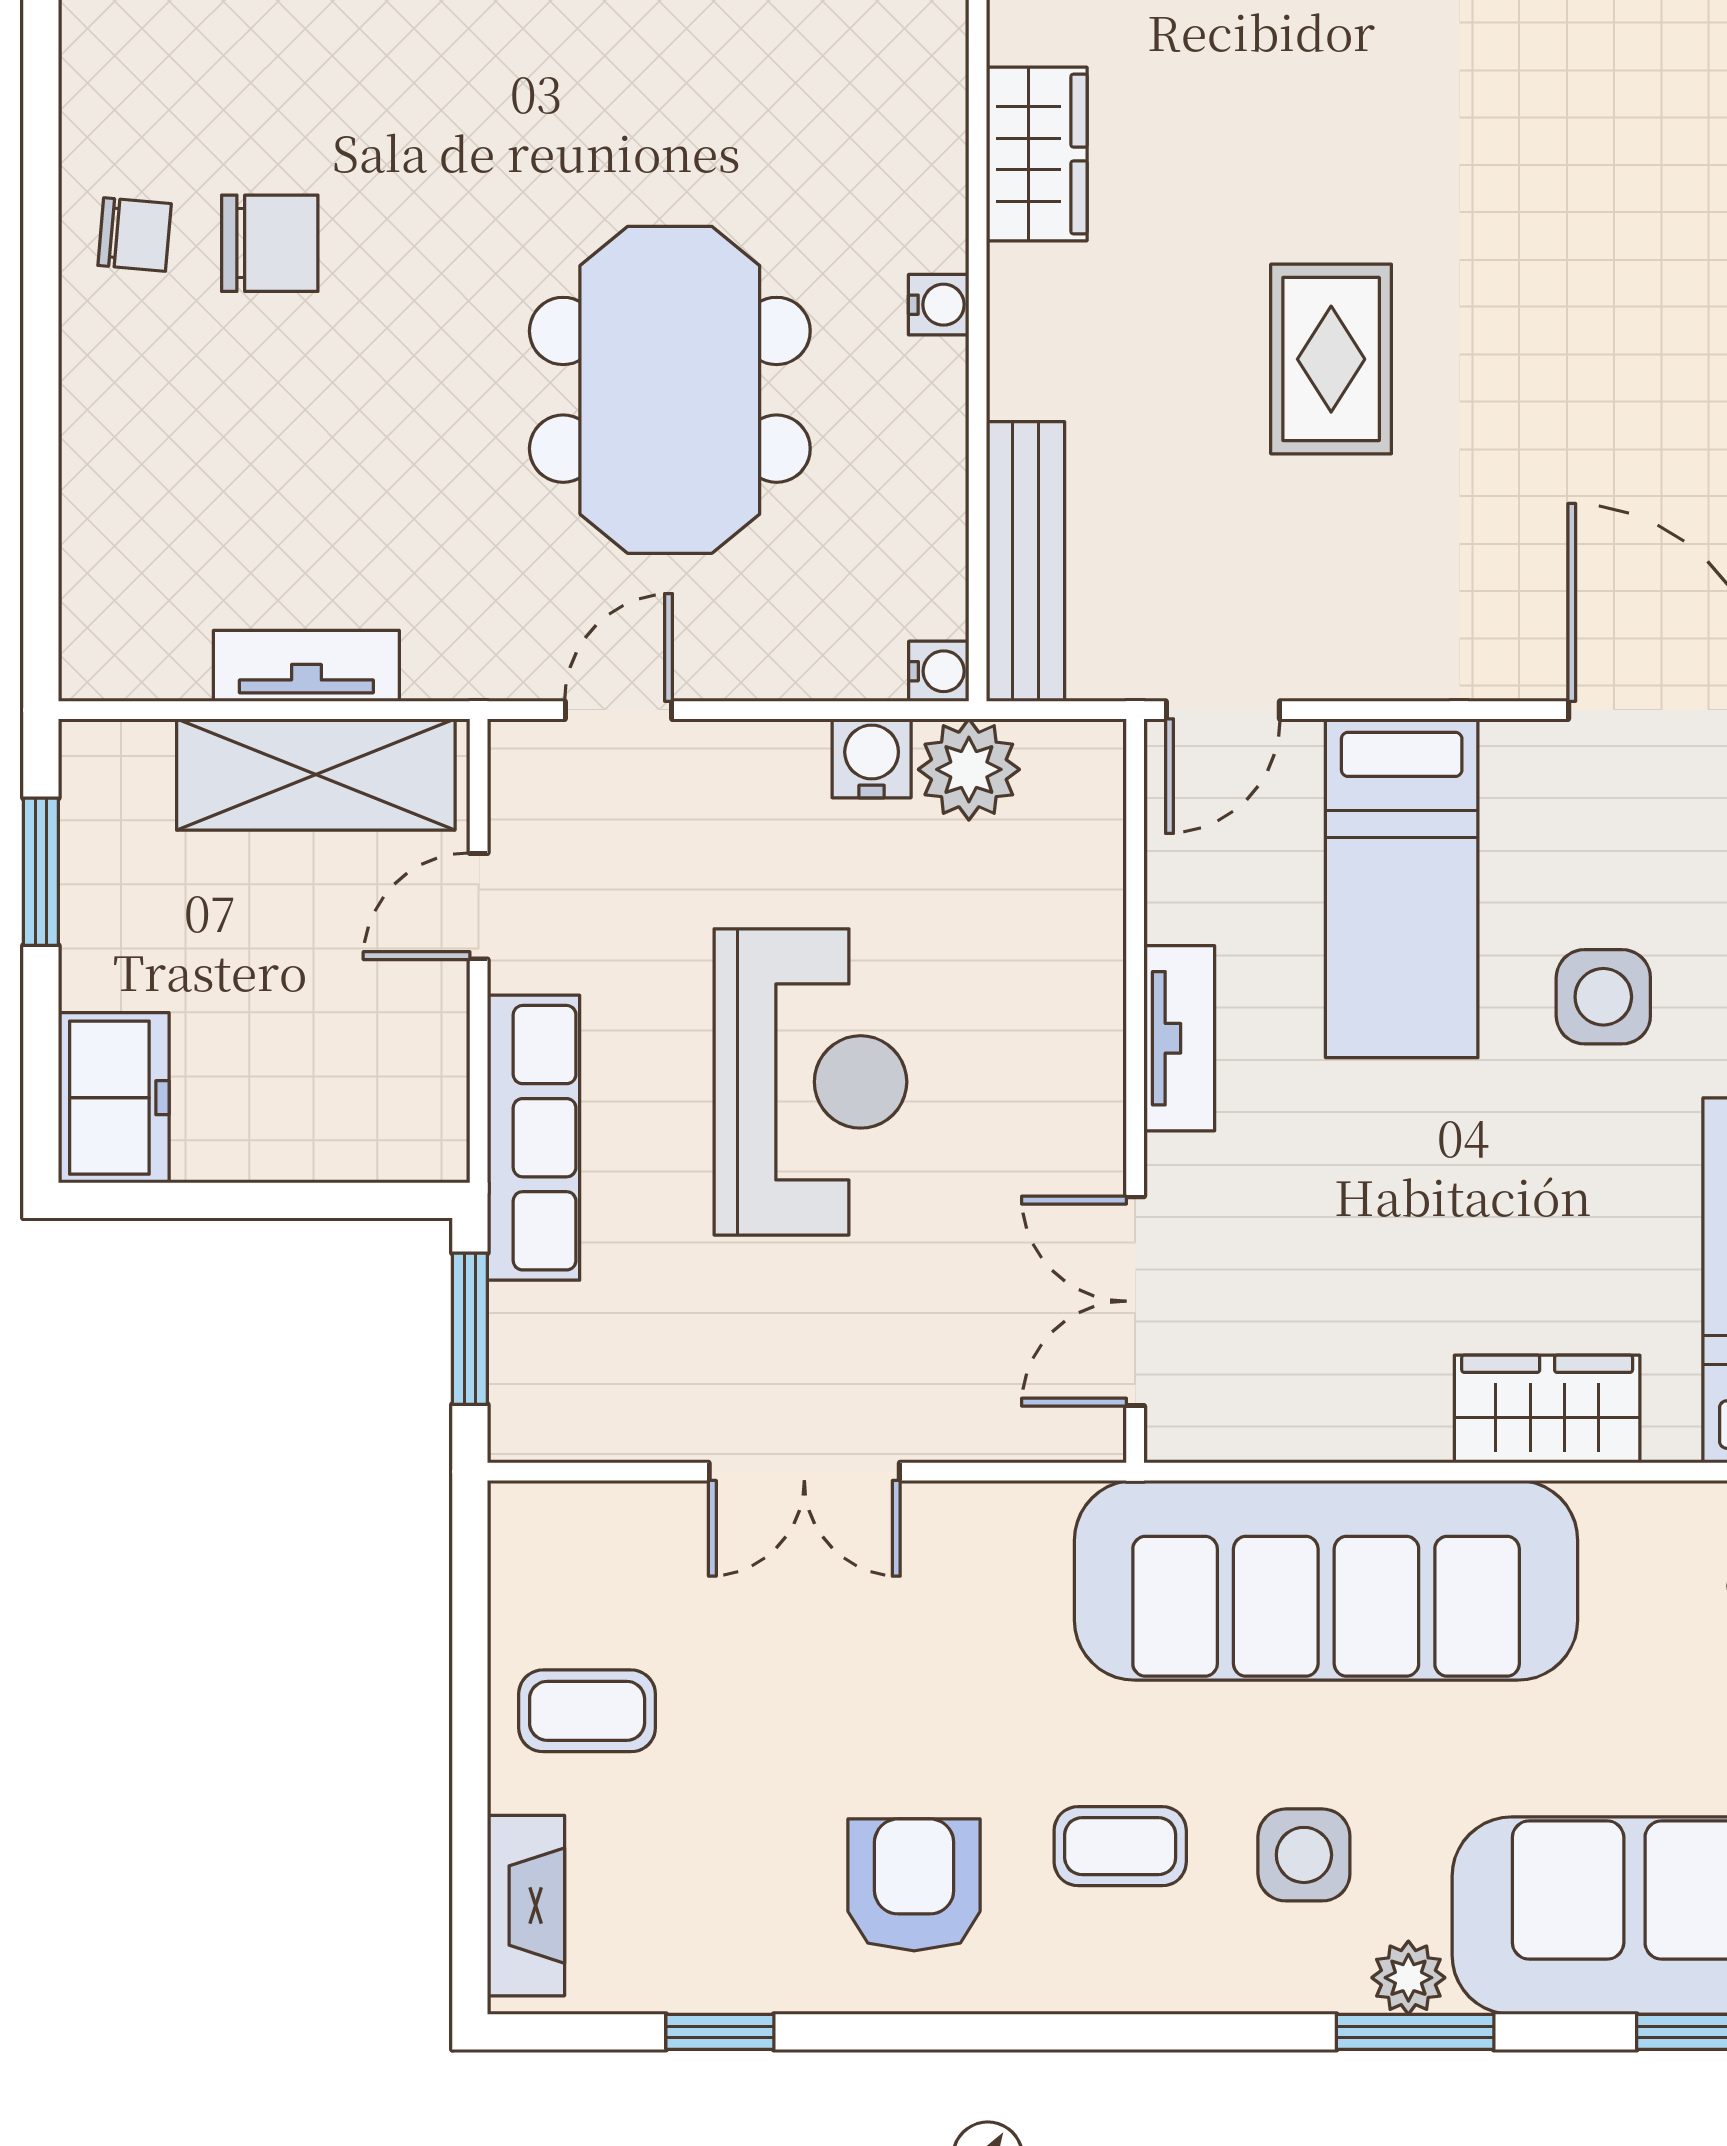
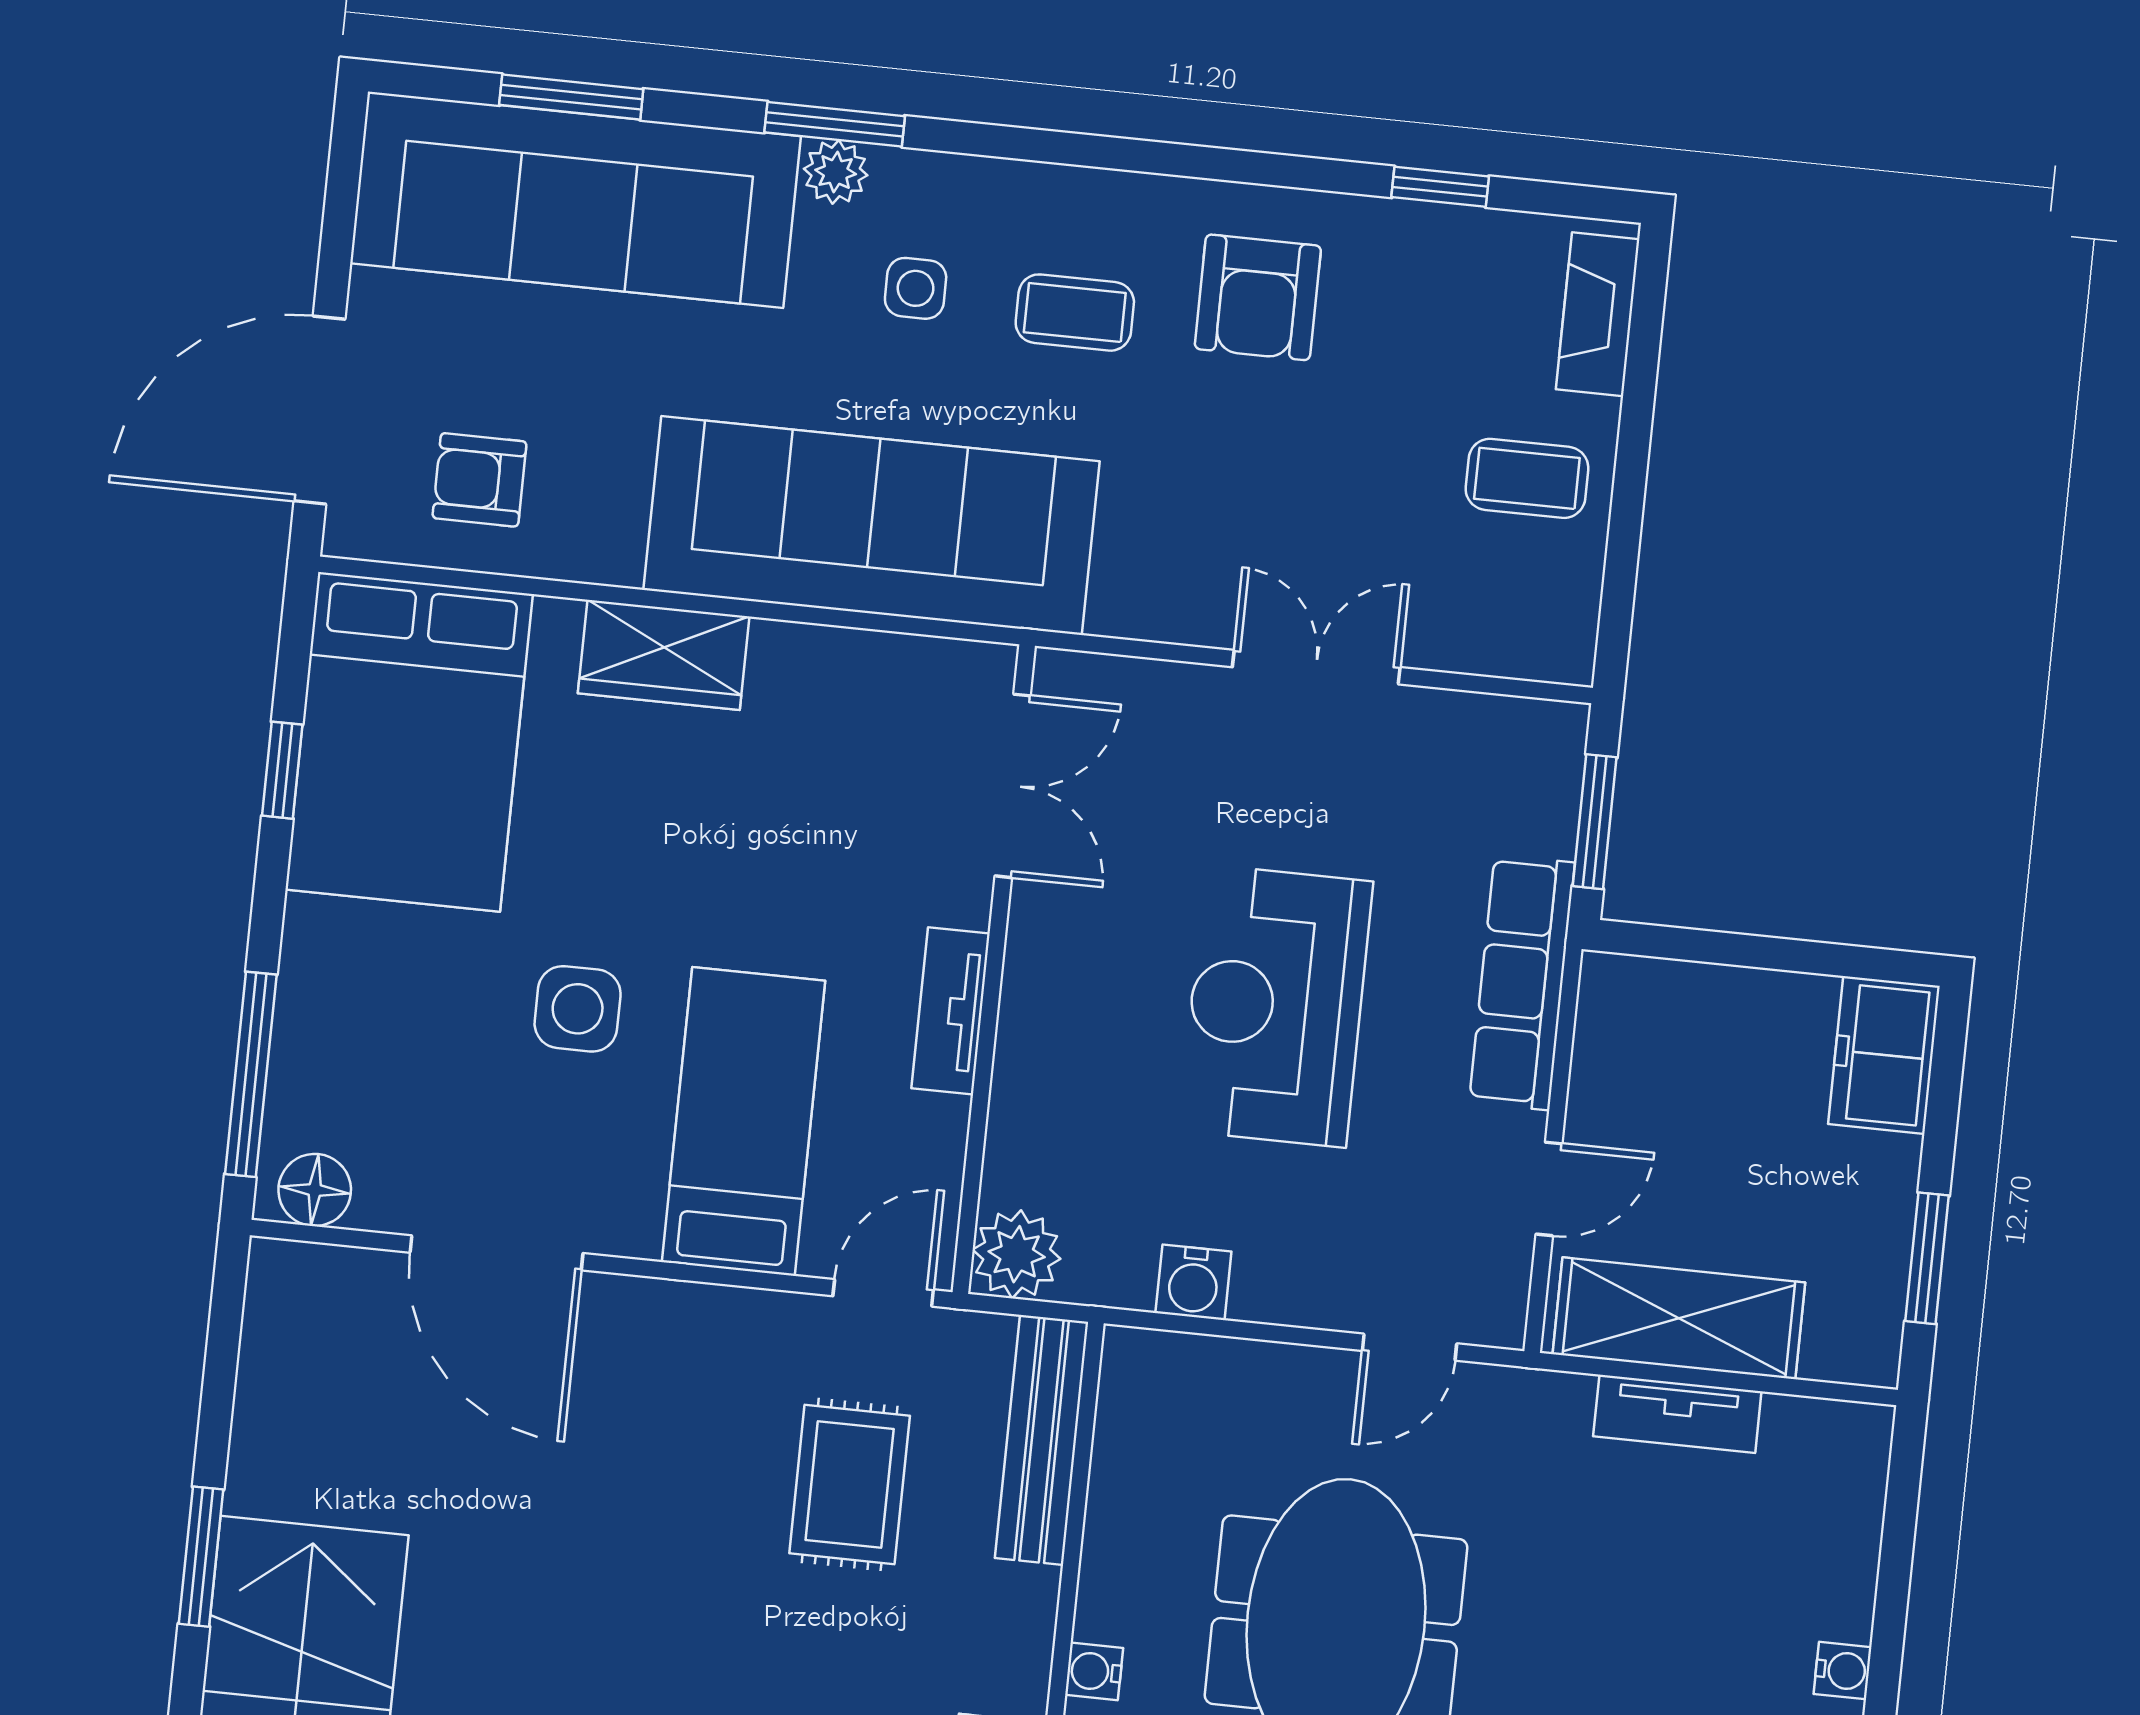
rug: (1331, 359) -> (850, 1484), moved
water cooler: (939, 671) -> (1843, 1671), moved, turned 180
plant: (969, 769) -> (1017, 1254), moved
side table: (1304, 1855) -> (916, 288), width x0.73, depth x0.73

